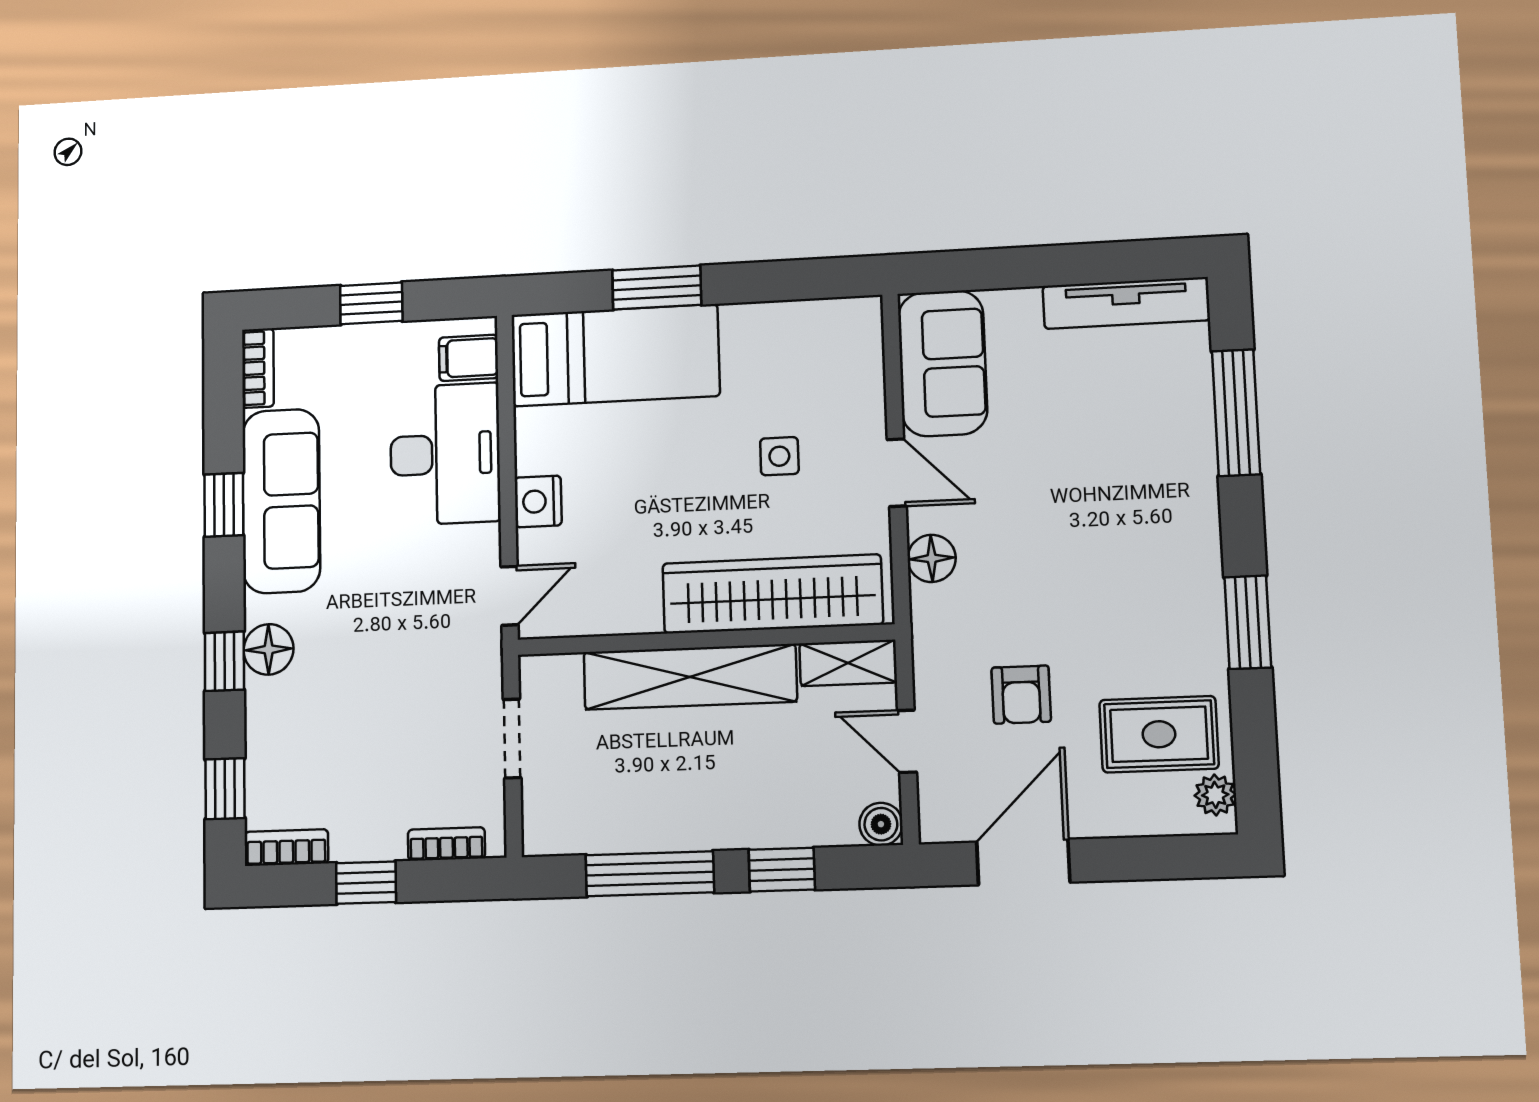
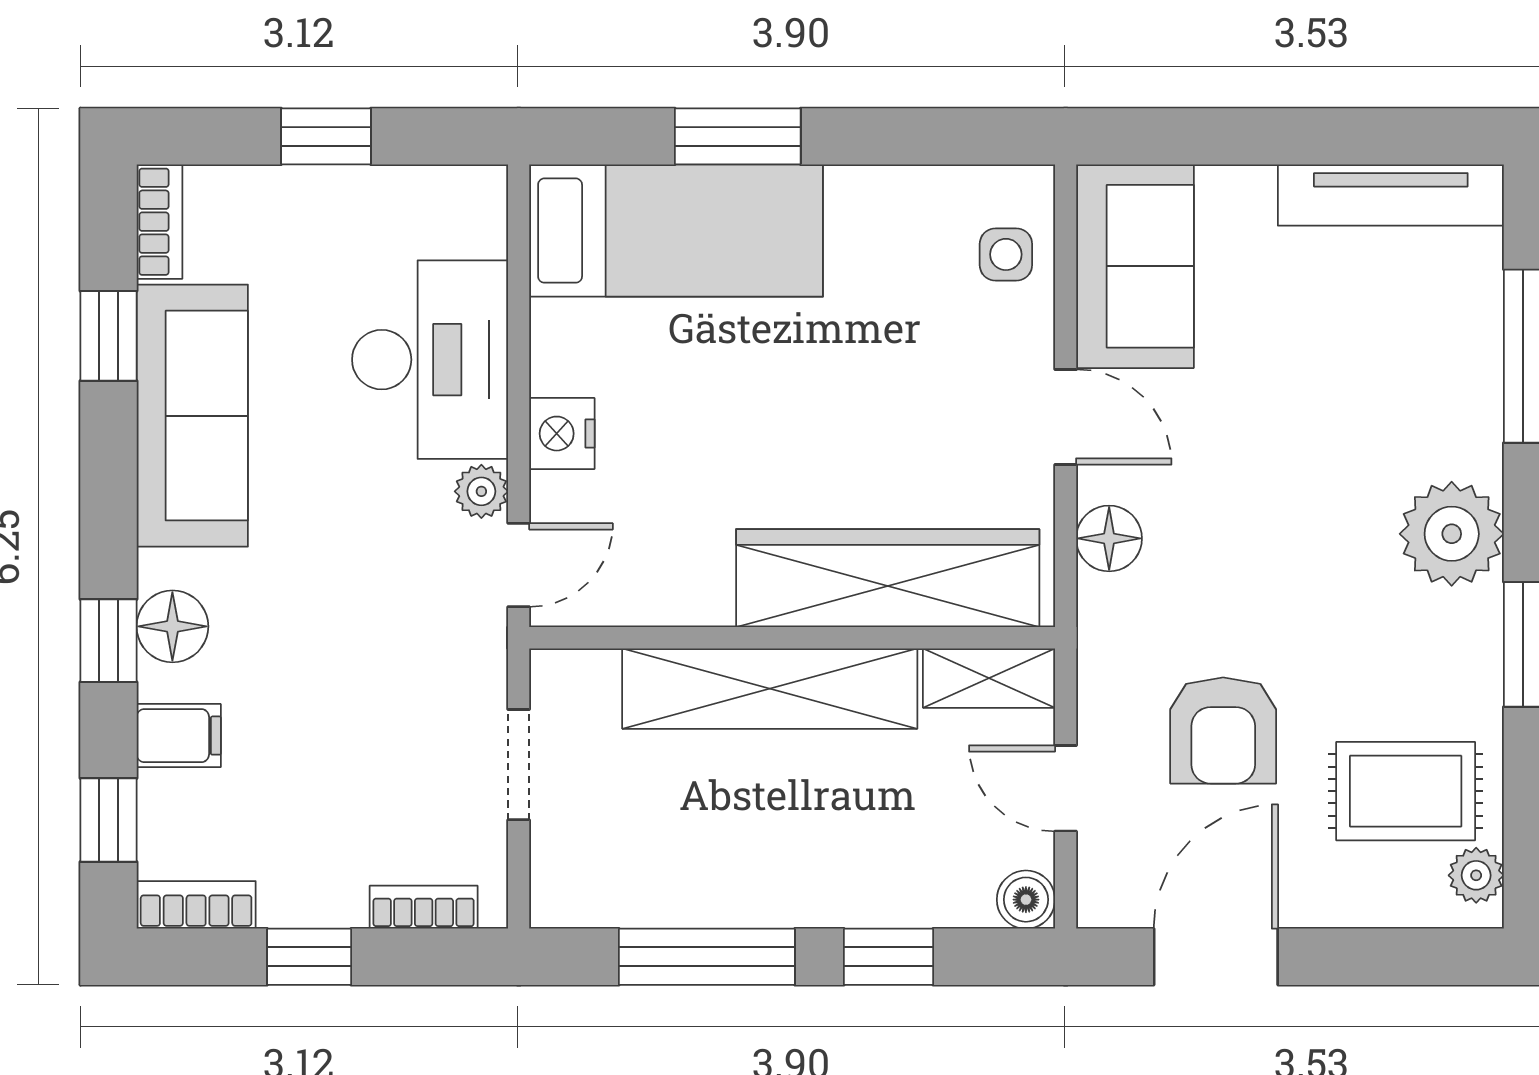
filing cabinet: (469, 358) -> (179, 736), moved, turned 180
side table: (779, 456) -> (1006, 254), moved
window: (224, 505) -> (108, 336), moved
plant: (1184, 544) -> (1452, 534), added
plant: (482, 545) -> (481, 491), added
armchair: (1021, 695) -> (1223, 730), width x1.38, depth x1.38

